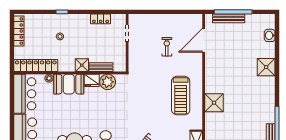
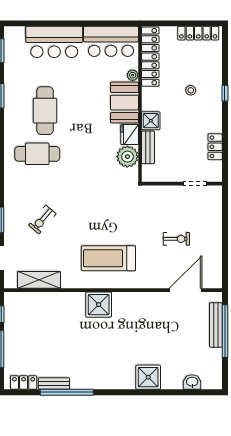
door: (204, 40) -> (185, 290), hinge flipped

